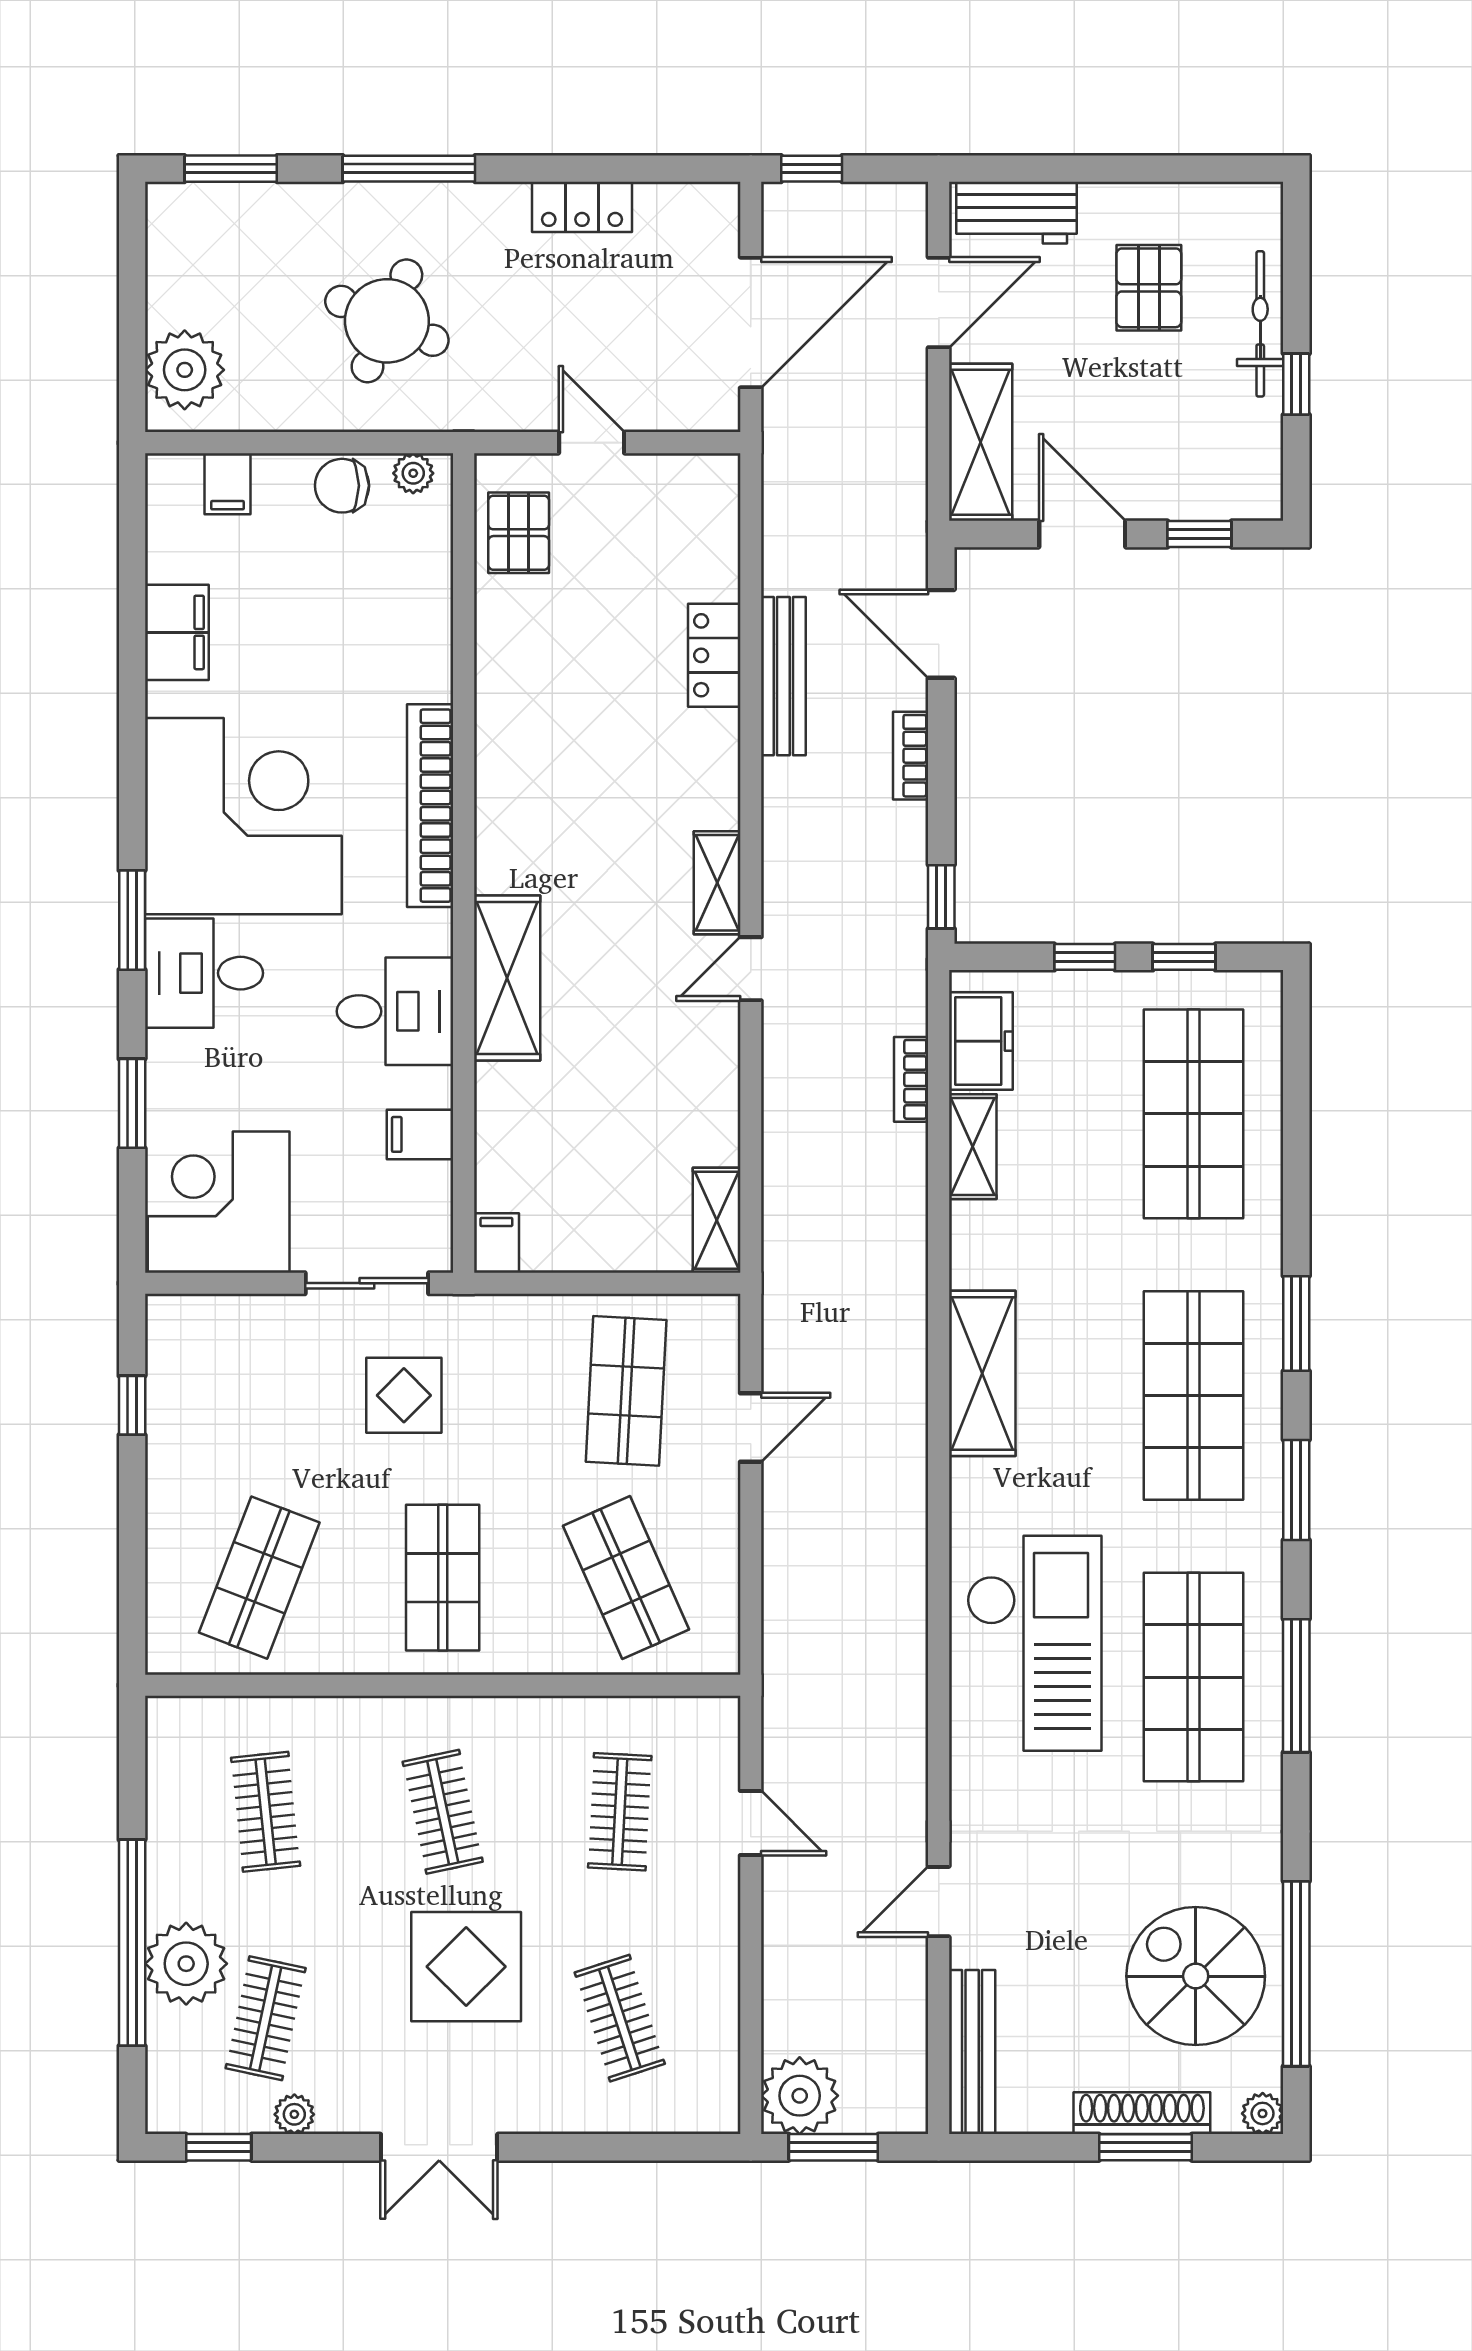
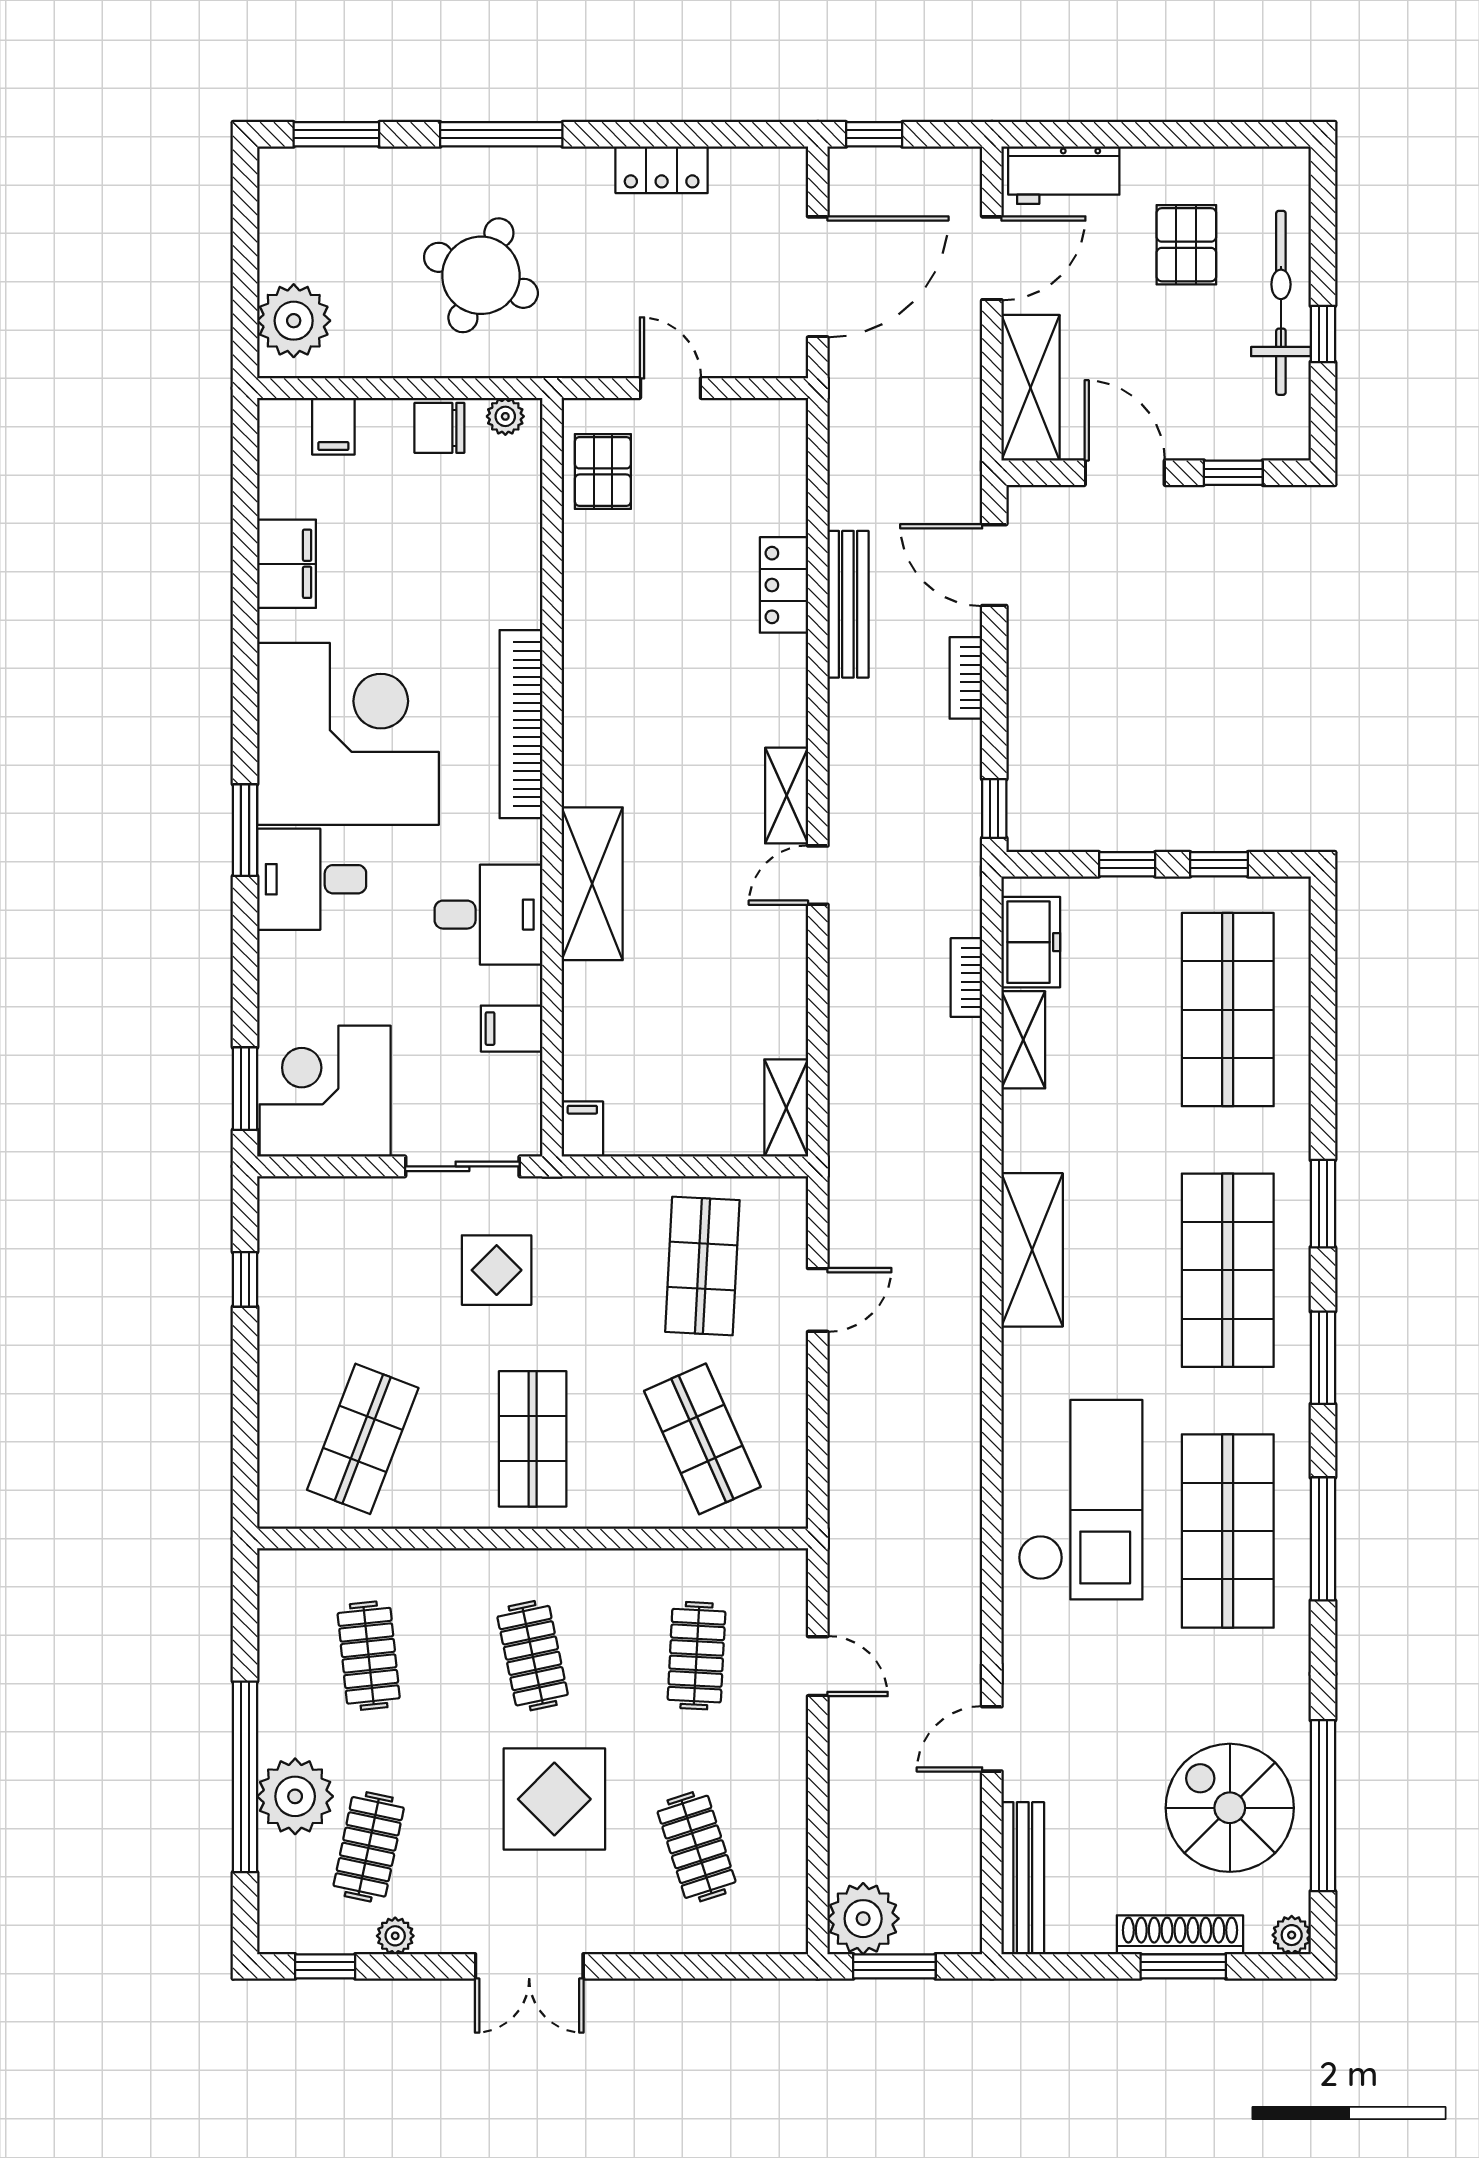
bicycle: (1260, 324) -> (1281, 303), width x1.37, depth x1.40
window: (132, 1103) -> (245, 1089), moved

